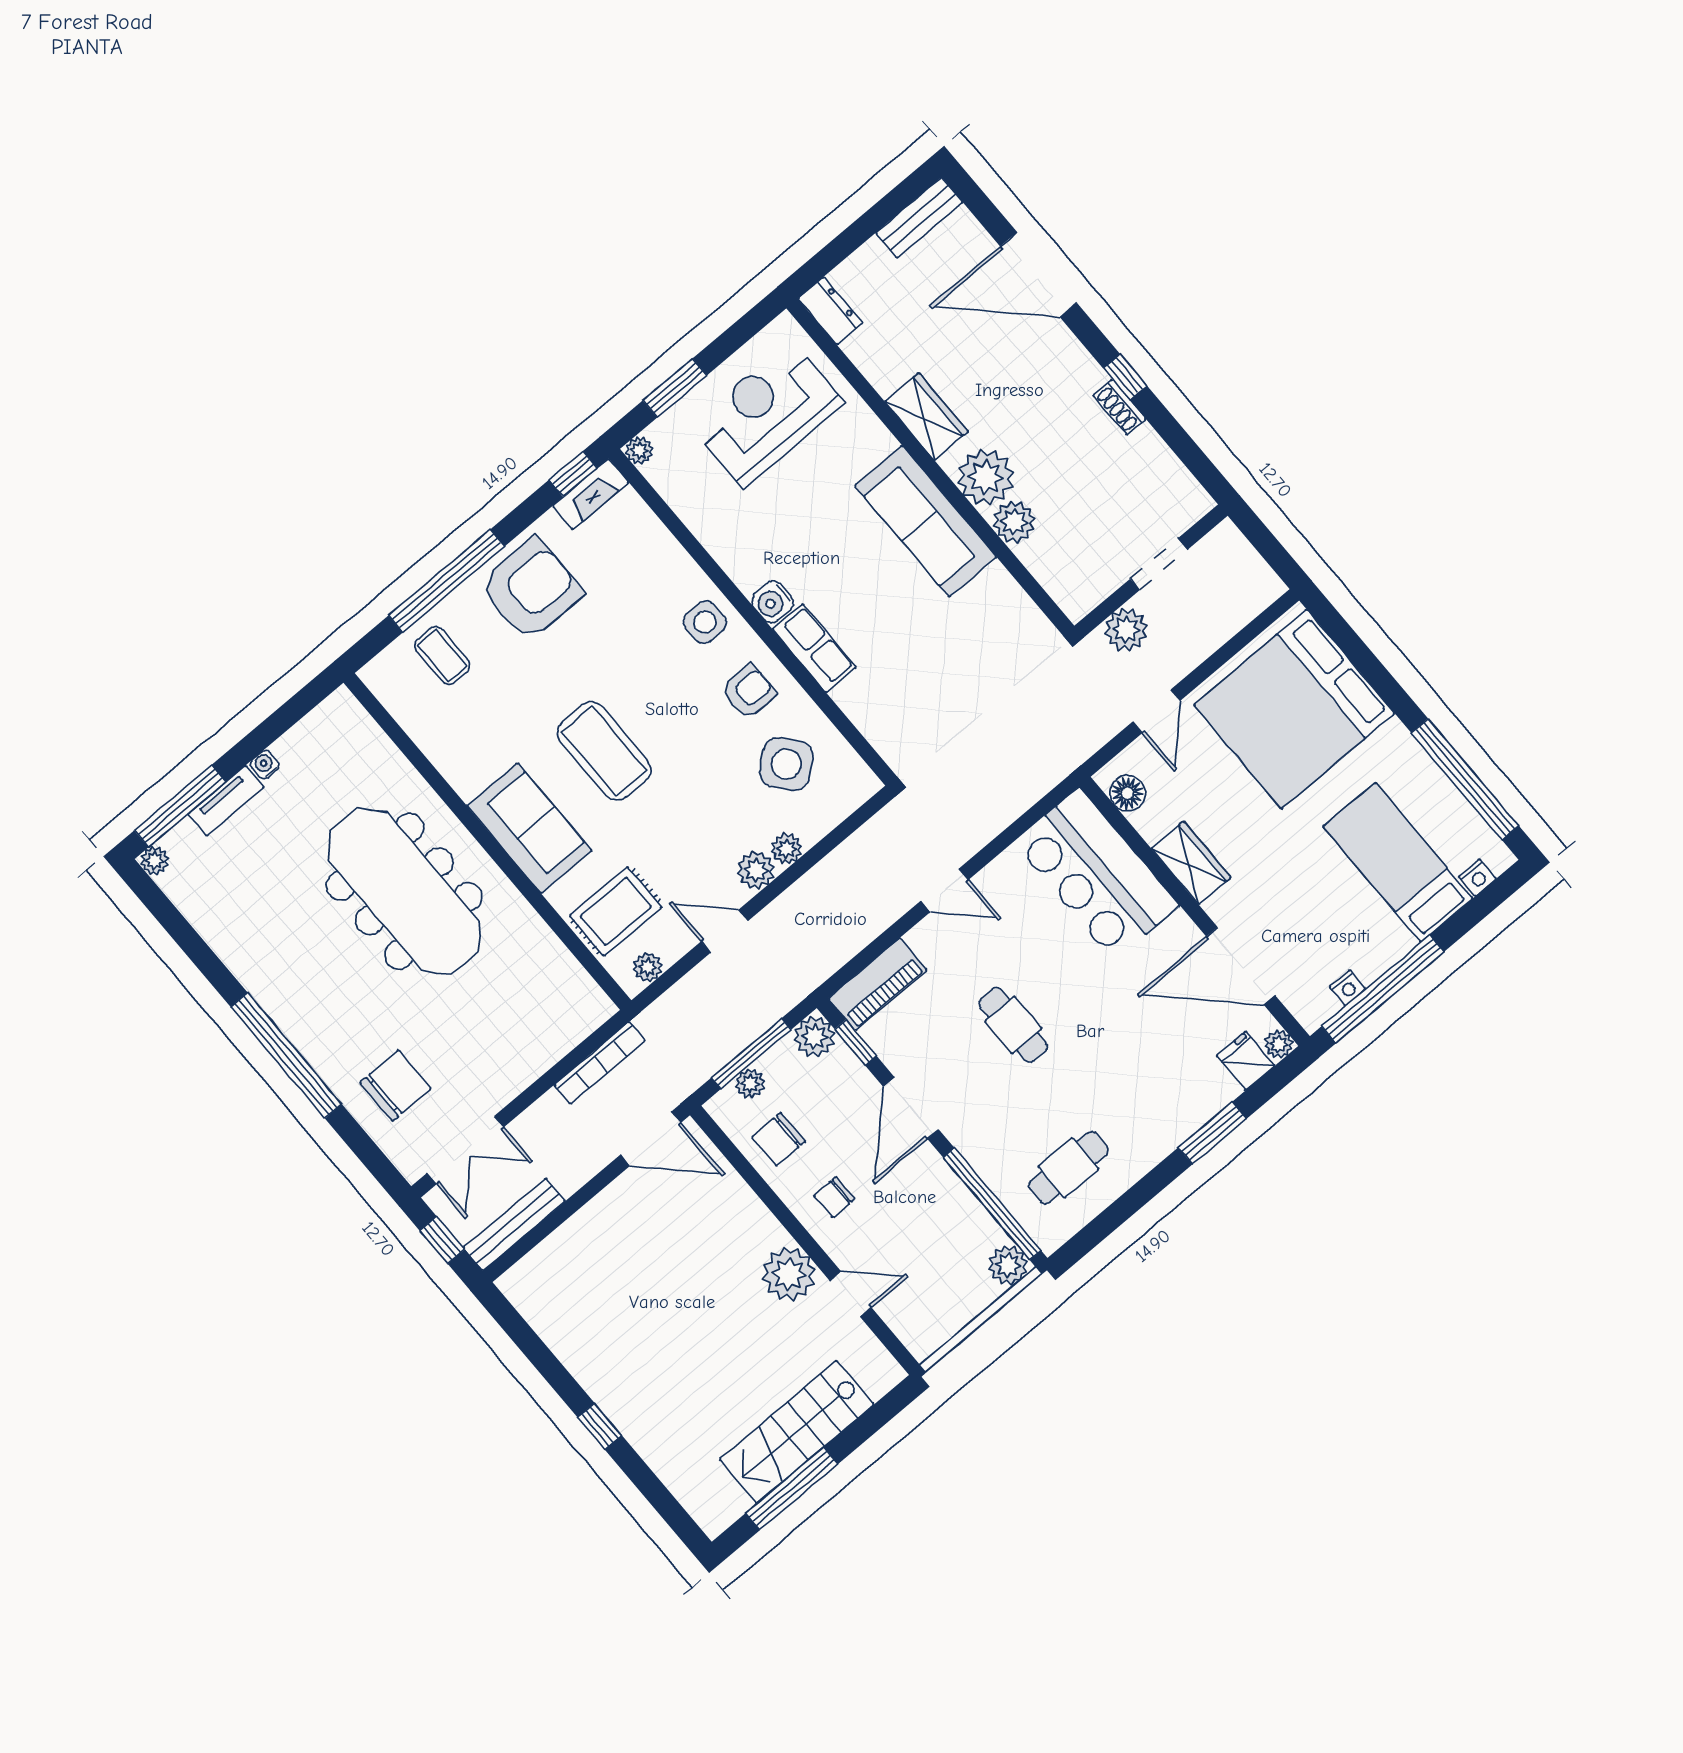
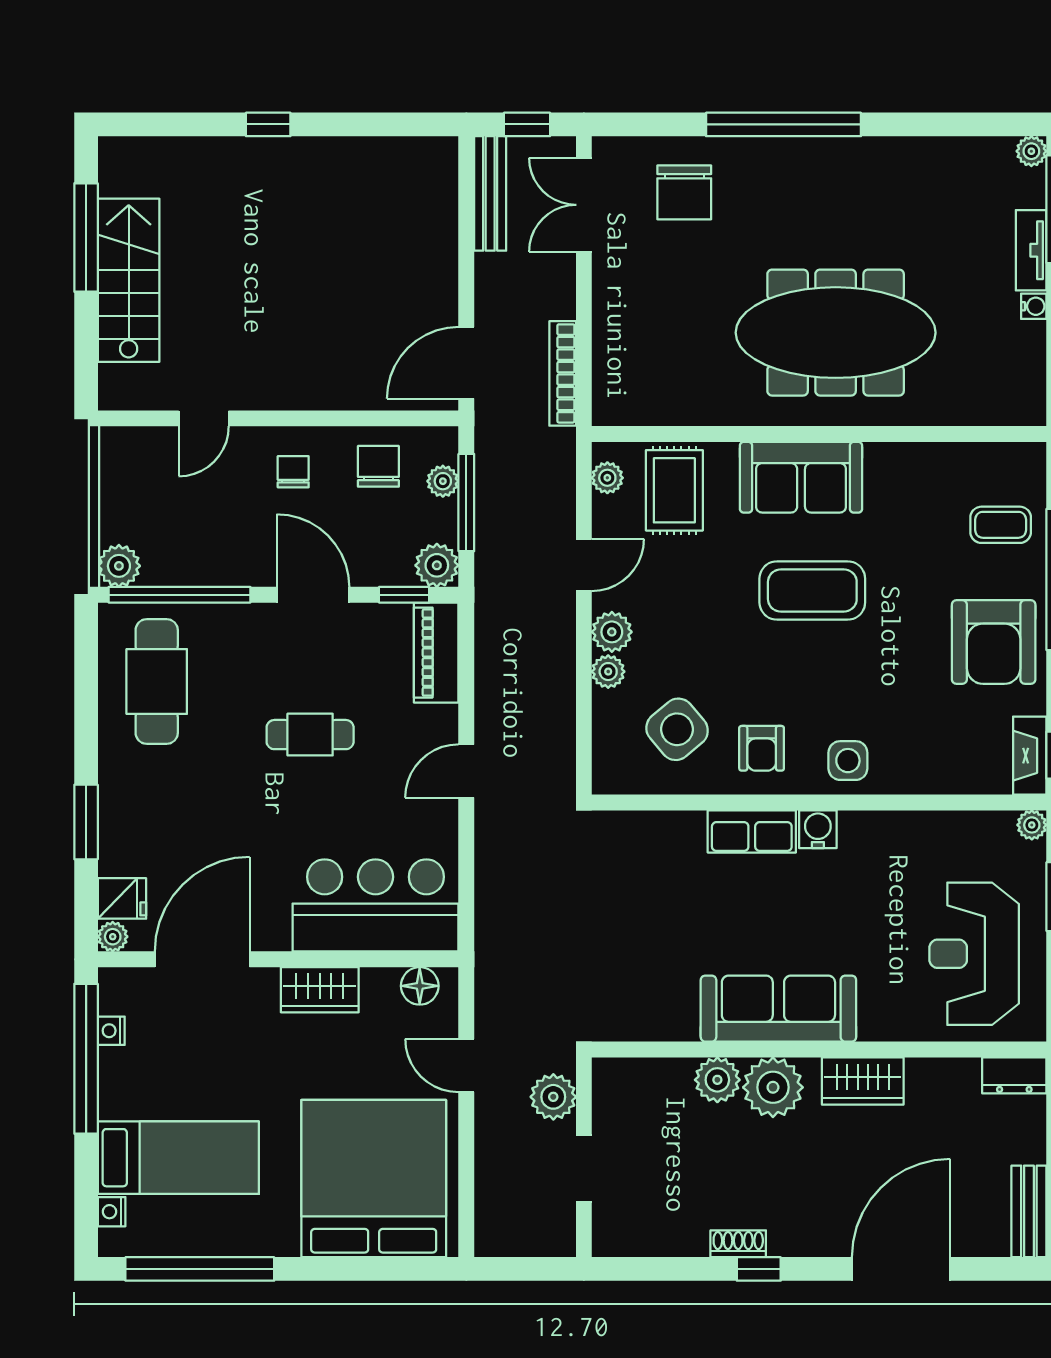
reception desk: (767, 414) -> (974, 954), turned 180
cafe table: (1068, 1168) -> (157, 681), width x1.37, depth x1.35
plant: (789, 1274) -> (262, 382), removed

